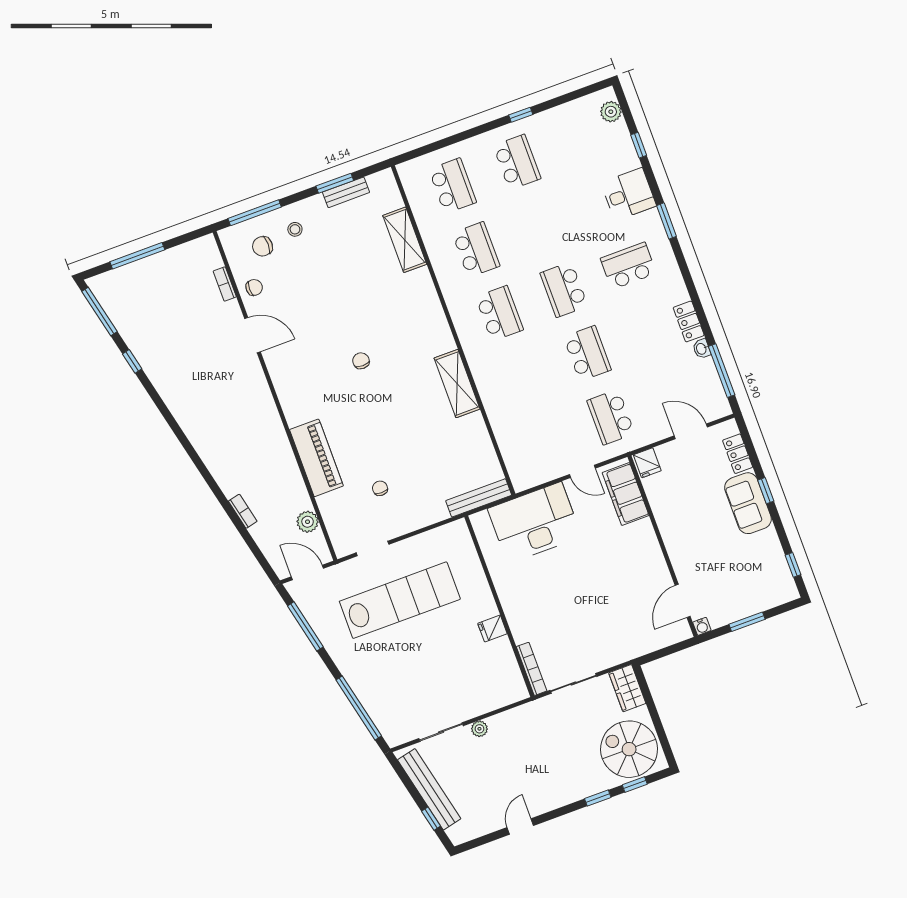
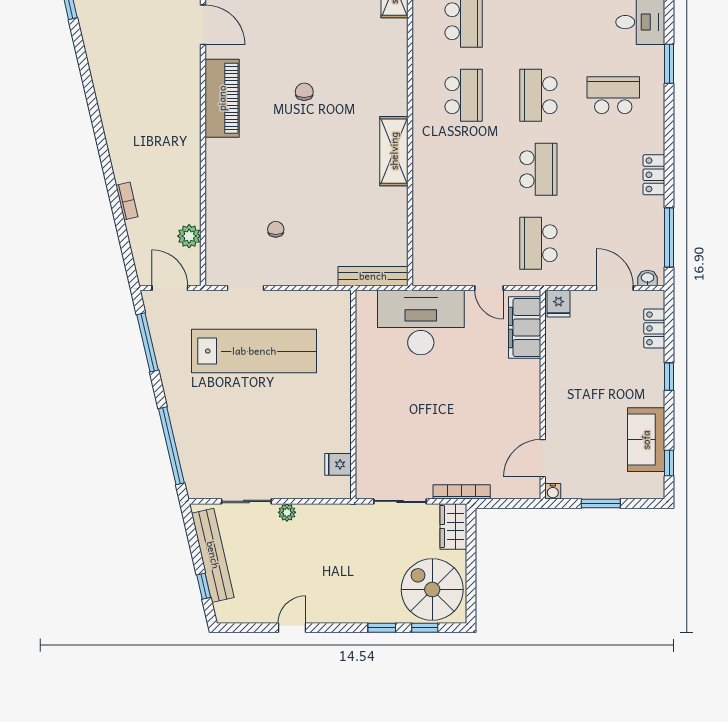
washbasin: (702, 349) -> (648, 278), moved, turned 90
piano: (316, 458) -> (222, 98), moved
sofa: (748, 503) -> (646, 440), moved
fridge: (492, 629) -> (338, 464), moved
bookcase: (532, 669) -> (462, 492), moved, turned -90

